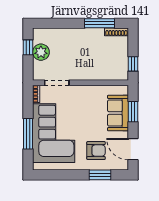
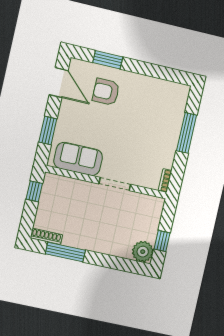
plant: (41, 52) -> (143, 252), moved
doorway: (57, 83) -> (115, 184), moved
sofa: (118, 113) -> (78, 159), moved, turned -90
corner sofa: (54, 133) -> (154, 126), removed

